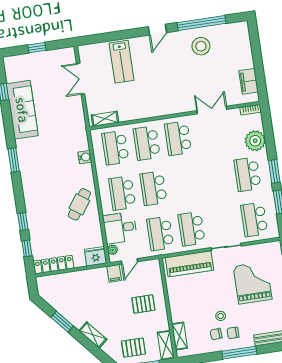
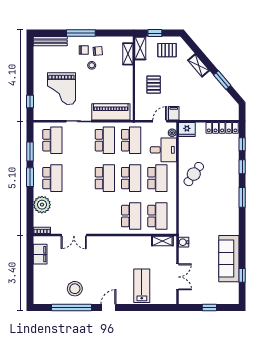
school desk: (178, 138) -> (105, 178), moved
water cooler: (85, 157) -> (184, 242), moved
window: (14, 160) -> (242, 197), moved
pallet: (143, 304) -> (154, 85), turned 90

